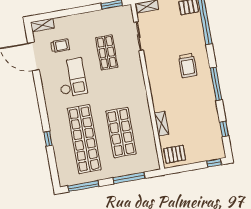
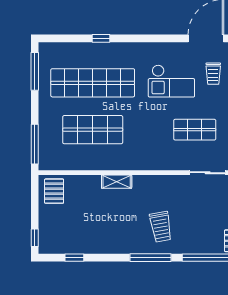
trolley: (188, 65) -> (161, 227), turned -100
window: (216, 84) -> (150, 258), moved
shelving: (161, 124) -> (117, 182), moved
window: (129, 178) -> (35, 144), moved

